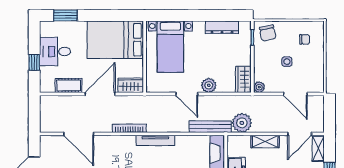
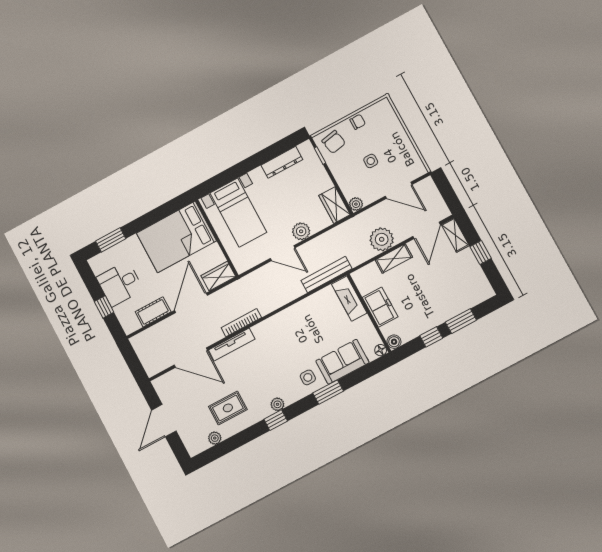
chair: (305, 39) -> (358, 122), moved
plant: (242, 123) -> (382, 239), moved
tv unit: (155, 140) -> (232, 345), moved

